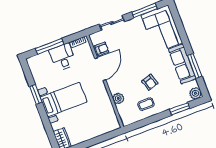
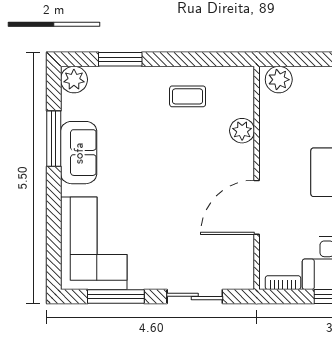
armchair: (102, 49) -> (237, 249), removed
sofa: (182, 64) -> (79, 153), width x0.73
armchair: (150, 82) -> (162, 140), removed
plant: (111, 125) -> (279, 80), added

